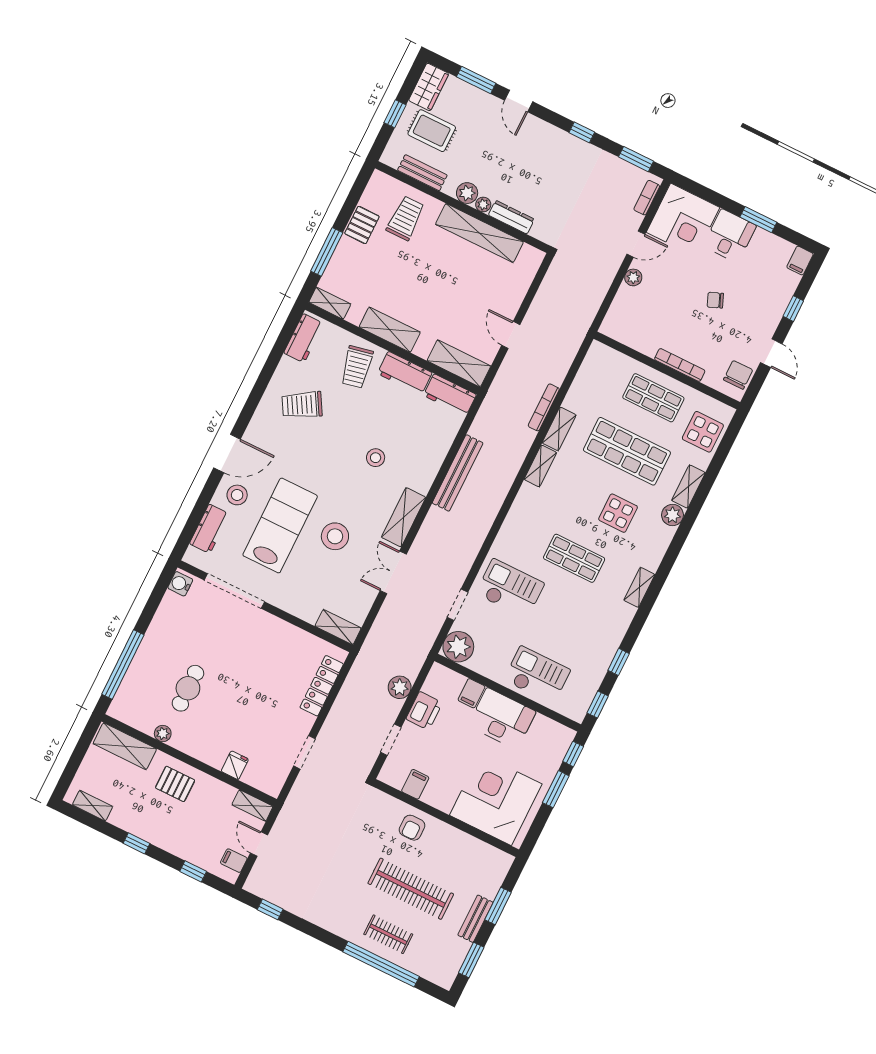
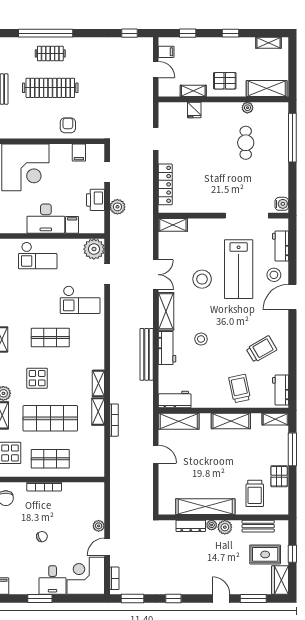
workbench: (405, 373) -> (167, 348), moved, turned 90
shelving: (252, 806) -> (193, 91), moved

